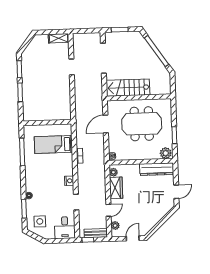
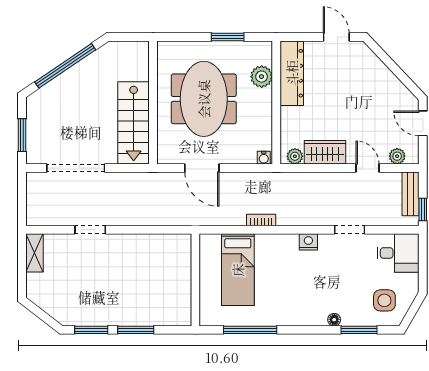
plant: (166, 153) -> (262, 77), moved

